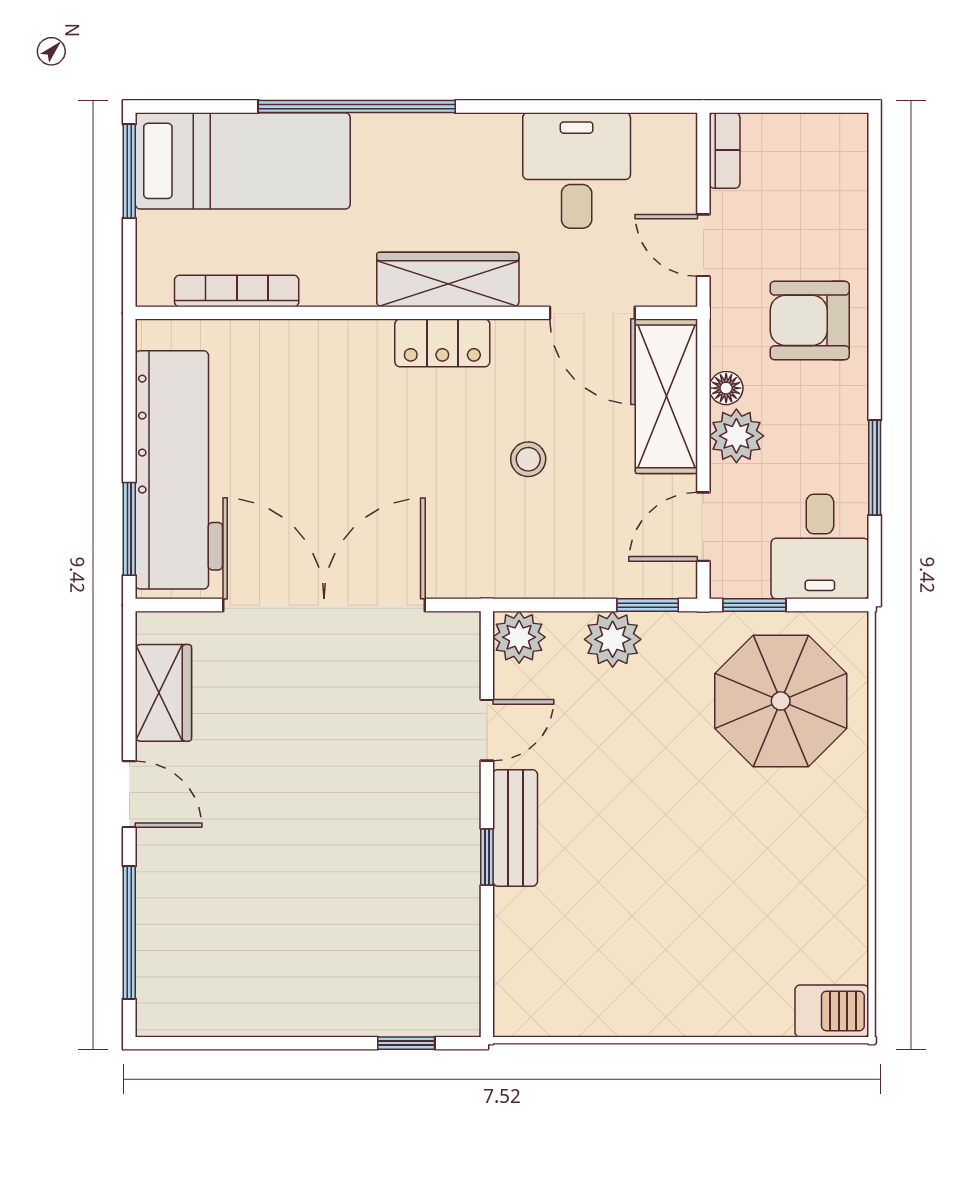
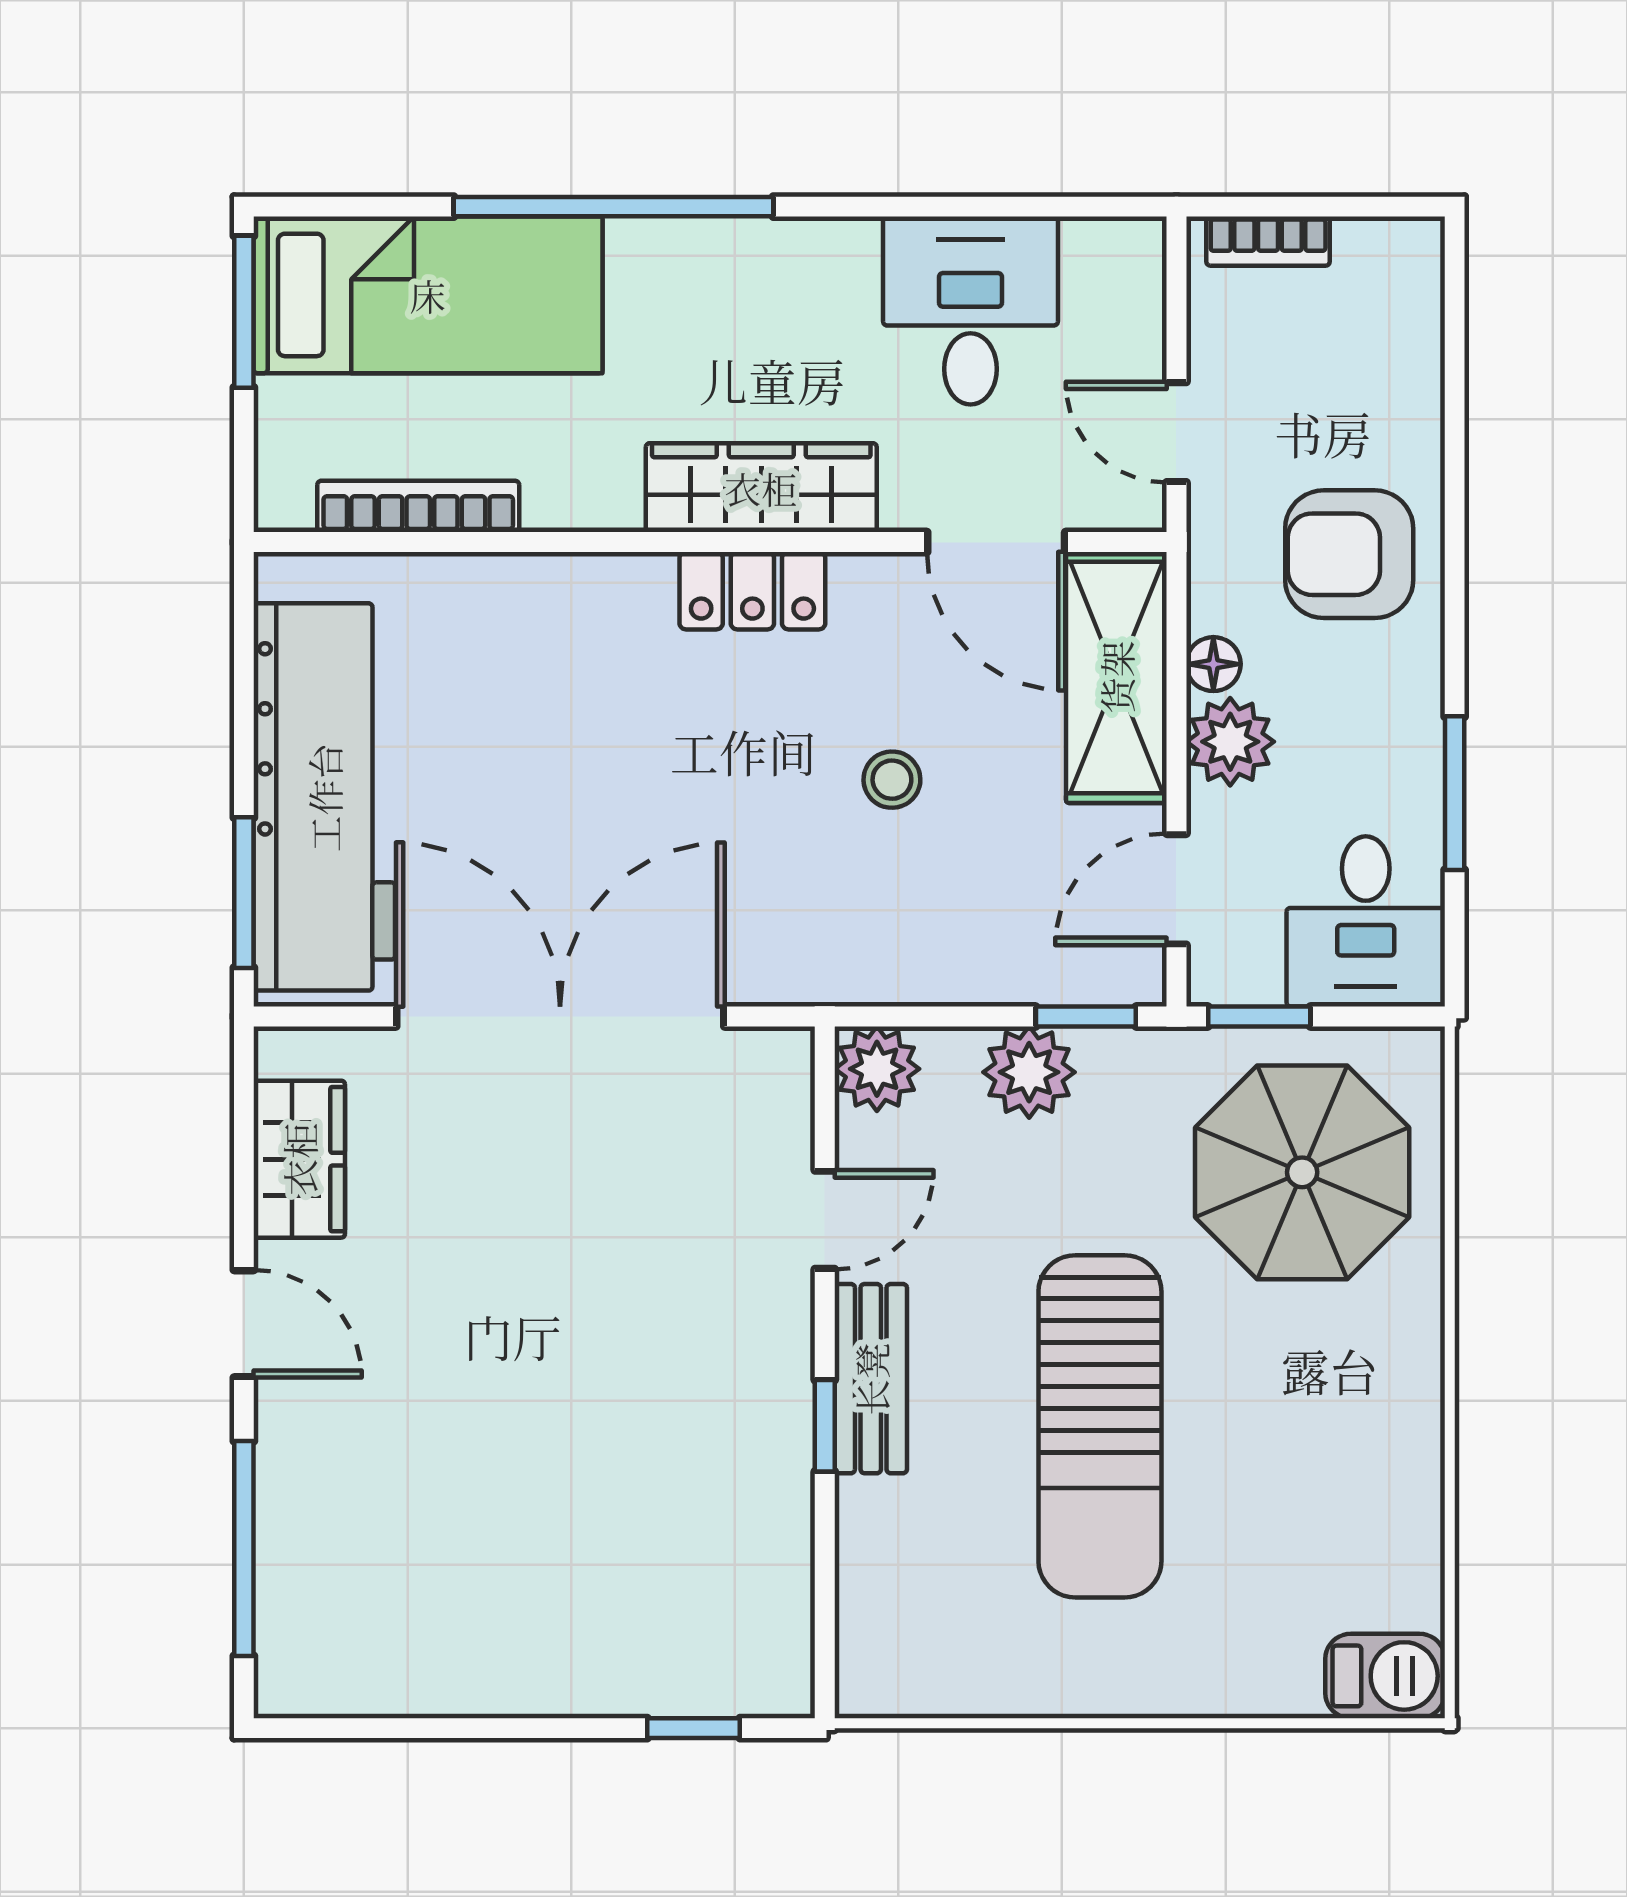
bookcase: (725, 150) -> (1268, 241), moved, turned 90
sun lounger: (656, 857) -> (1100, 1426), added

